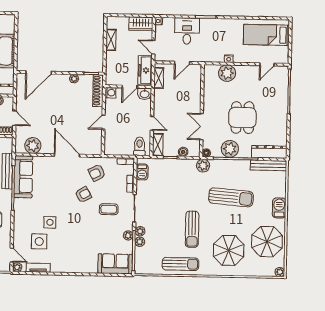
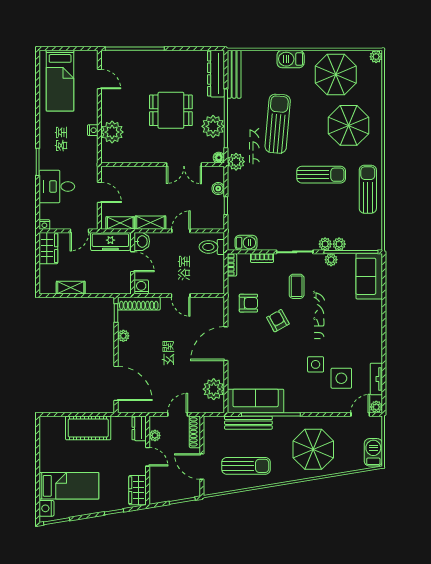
shelving: (158, 145) -> (150, 223), moved
armchair: (97, 173) -> (248, 303), turned -64

